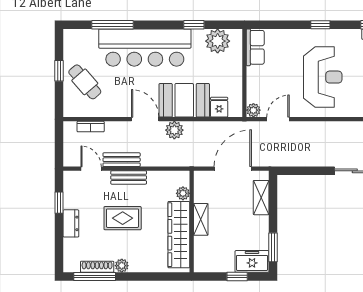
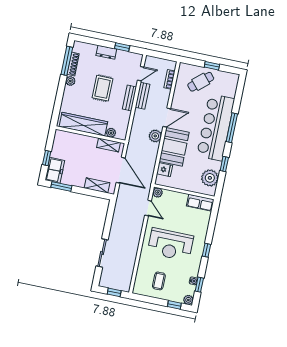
window: (113, 25) -> (232, 128), moved
shelving: (201, 219) -> (108, 145), moved

